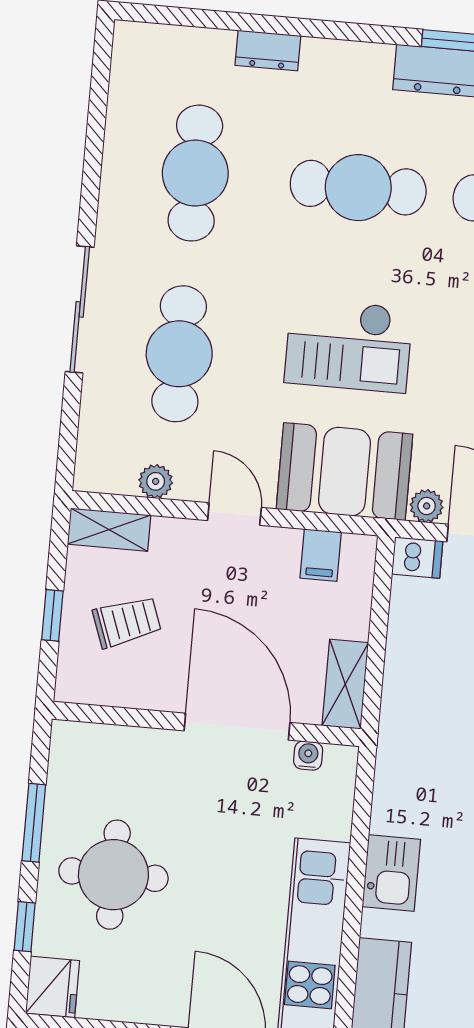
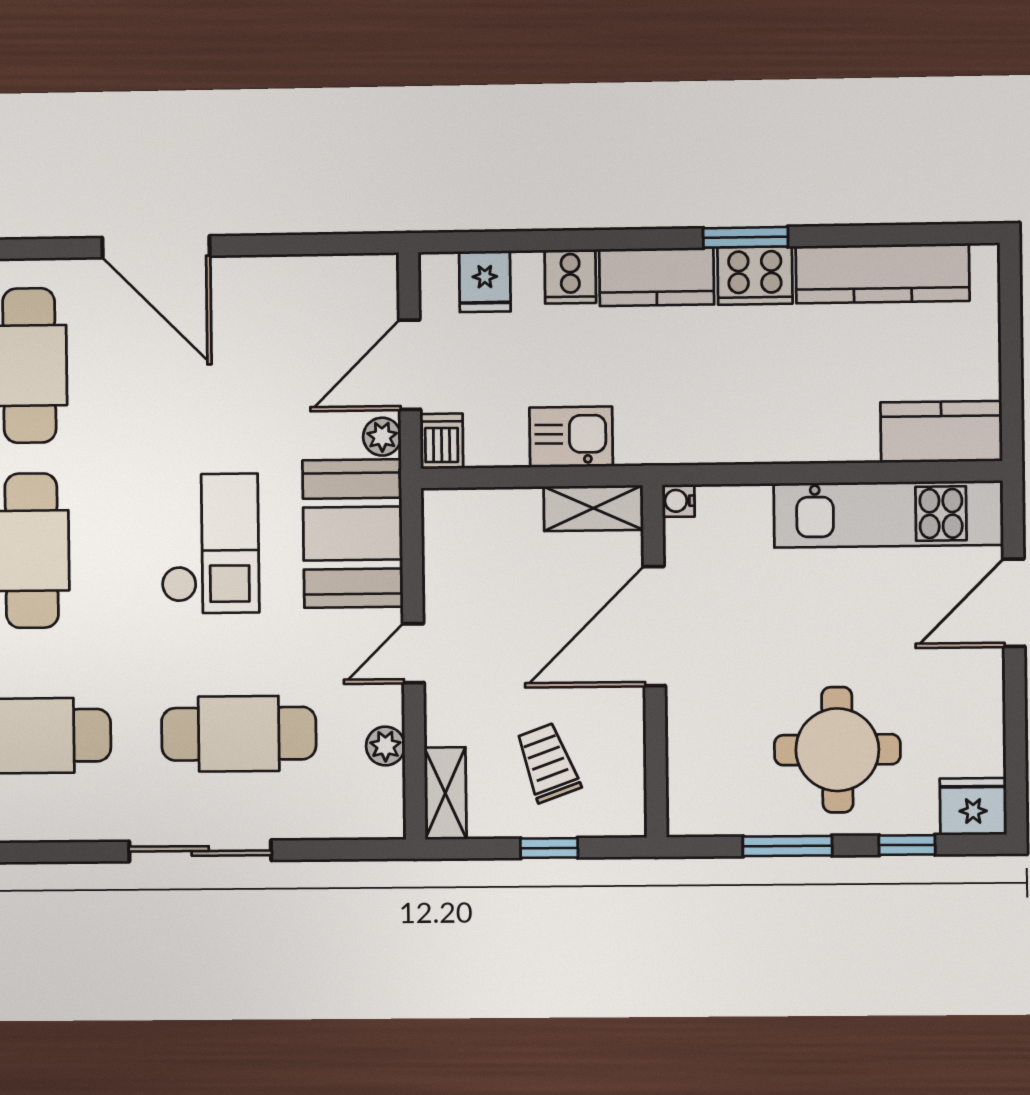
filing cabinet: (321, 555) -> (450, 551), removed
water cooler: (308, 756) -> (678, 501), moved
kitchen sink: (391, 873) -> (571, 437), moved

